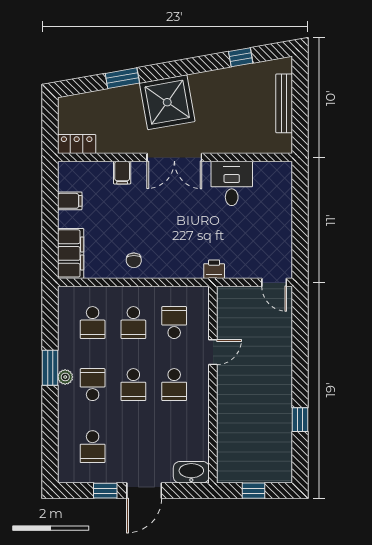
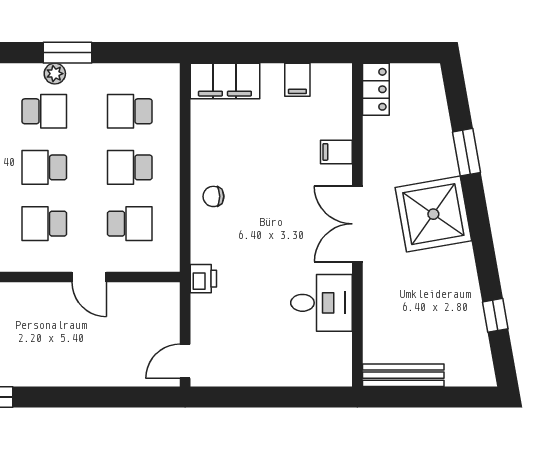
bench: (284, 103) -> (403, 375), moved
chair: (134, 260) -> (213, 196), moved

